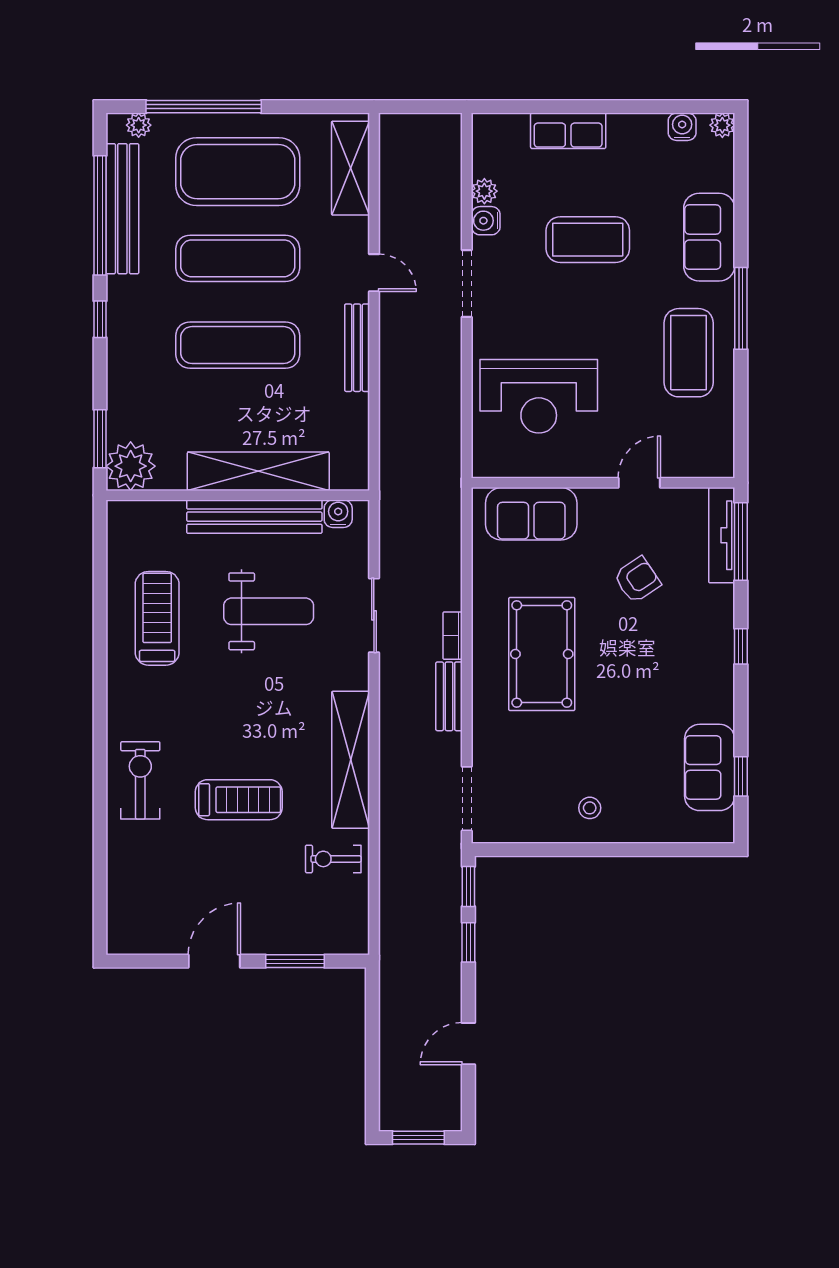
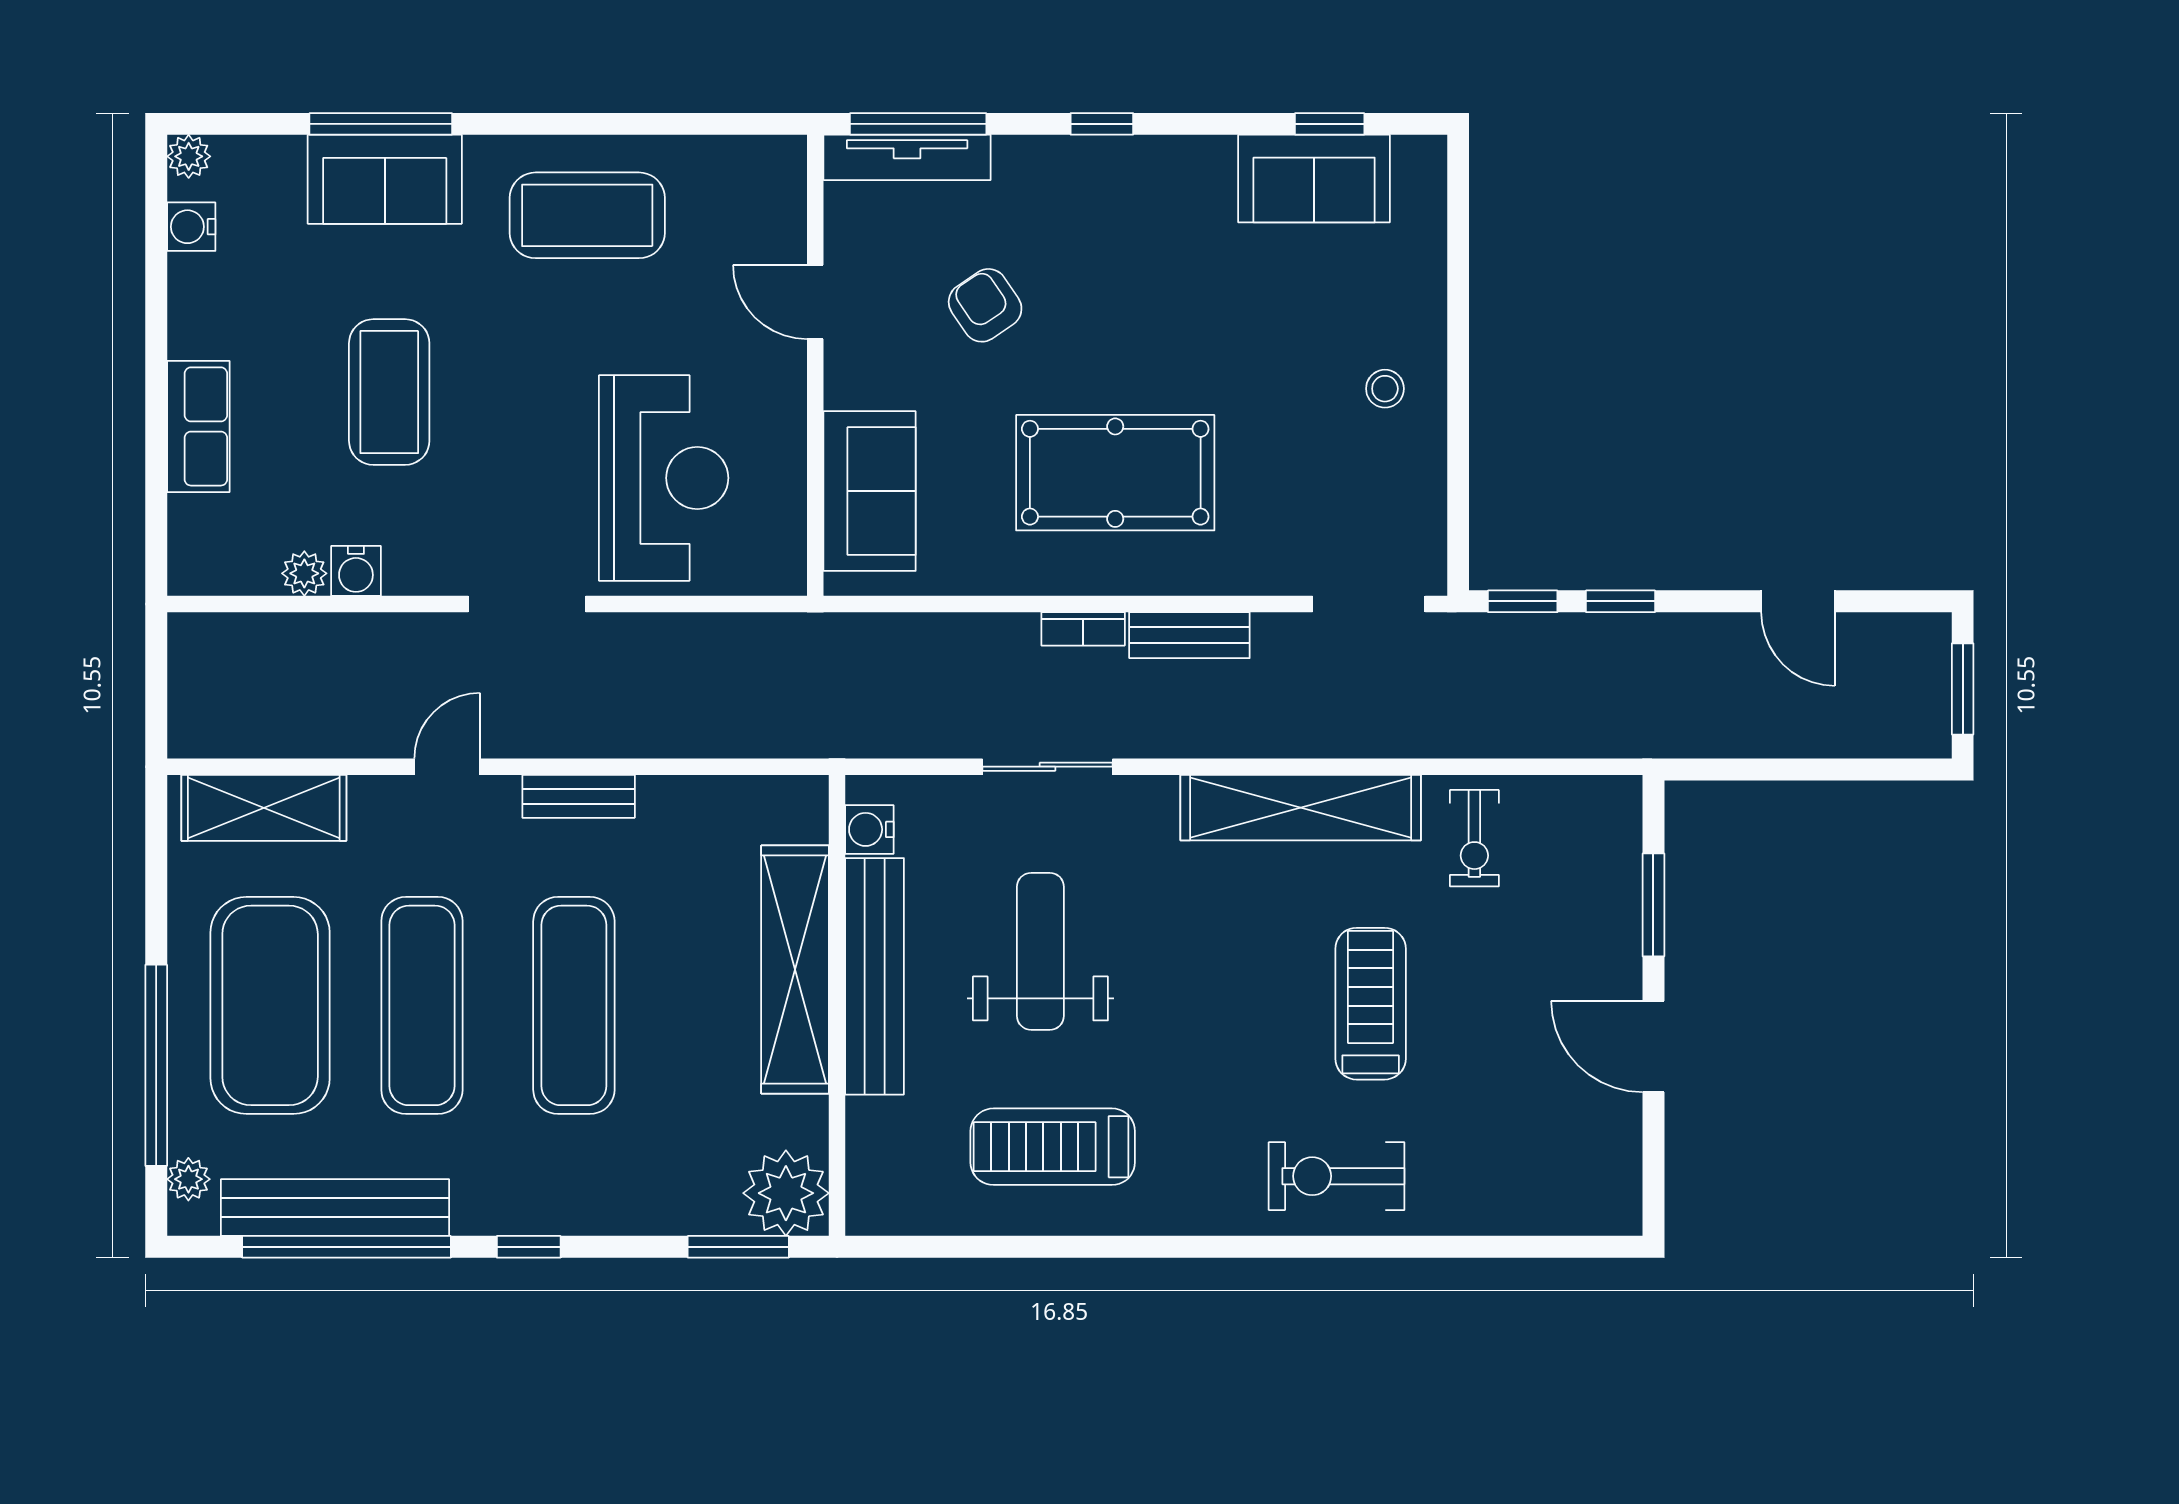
doorway: (467, 283) -> (527, 604), moved
window: (741, 308) -> (381, 124), moved
bench: (357, 348) -> (579, 796), width x0.73

